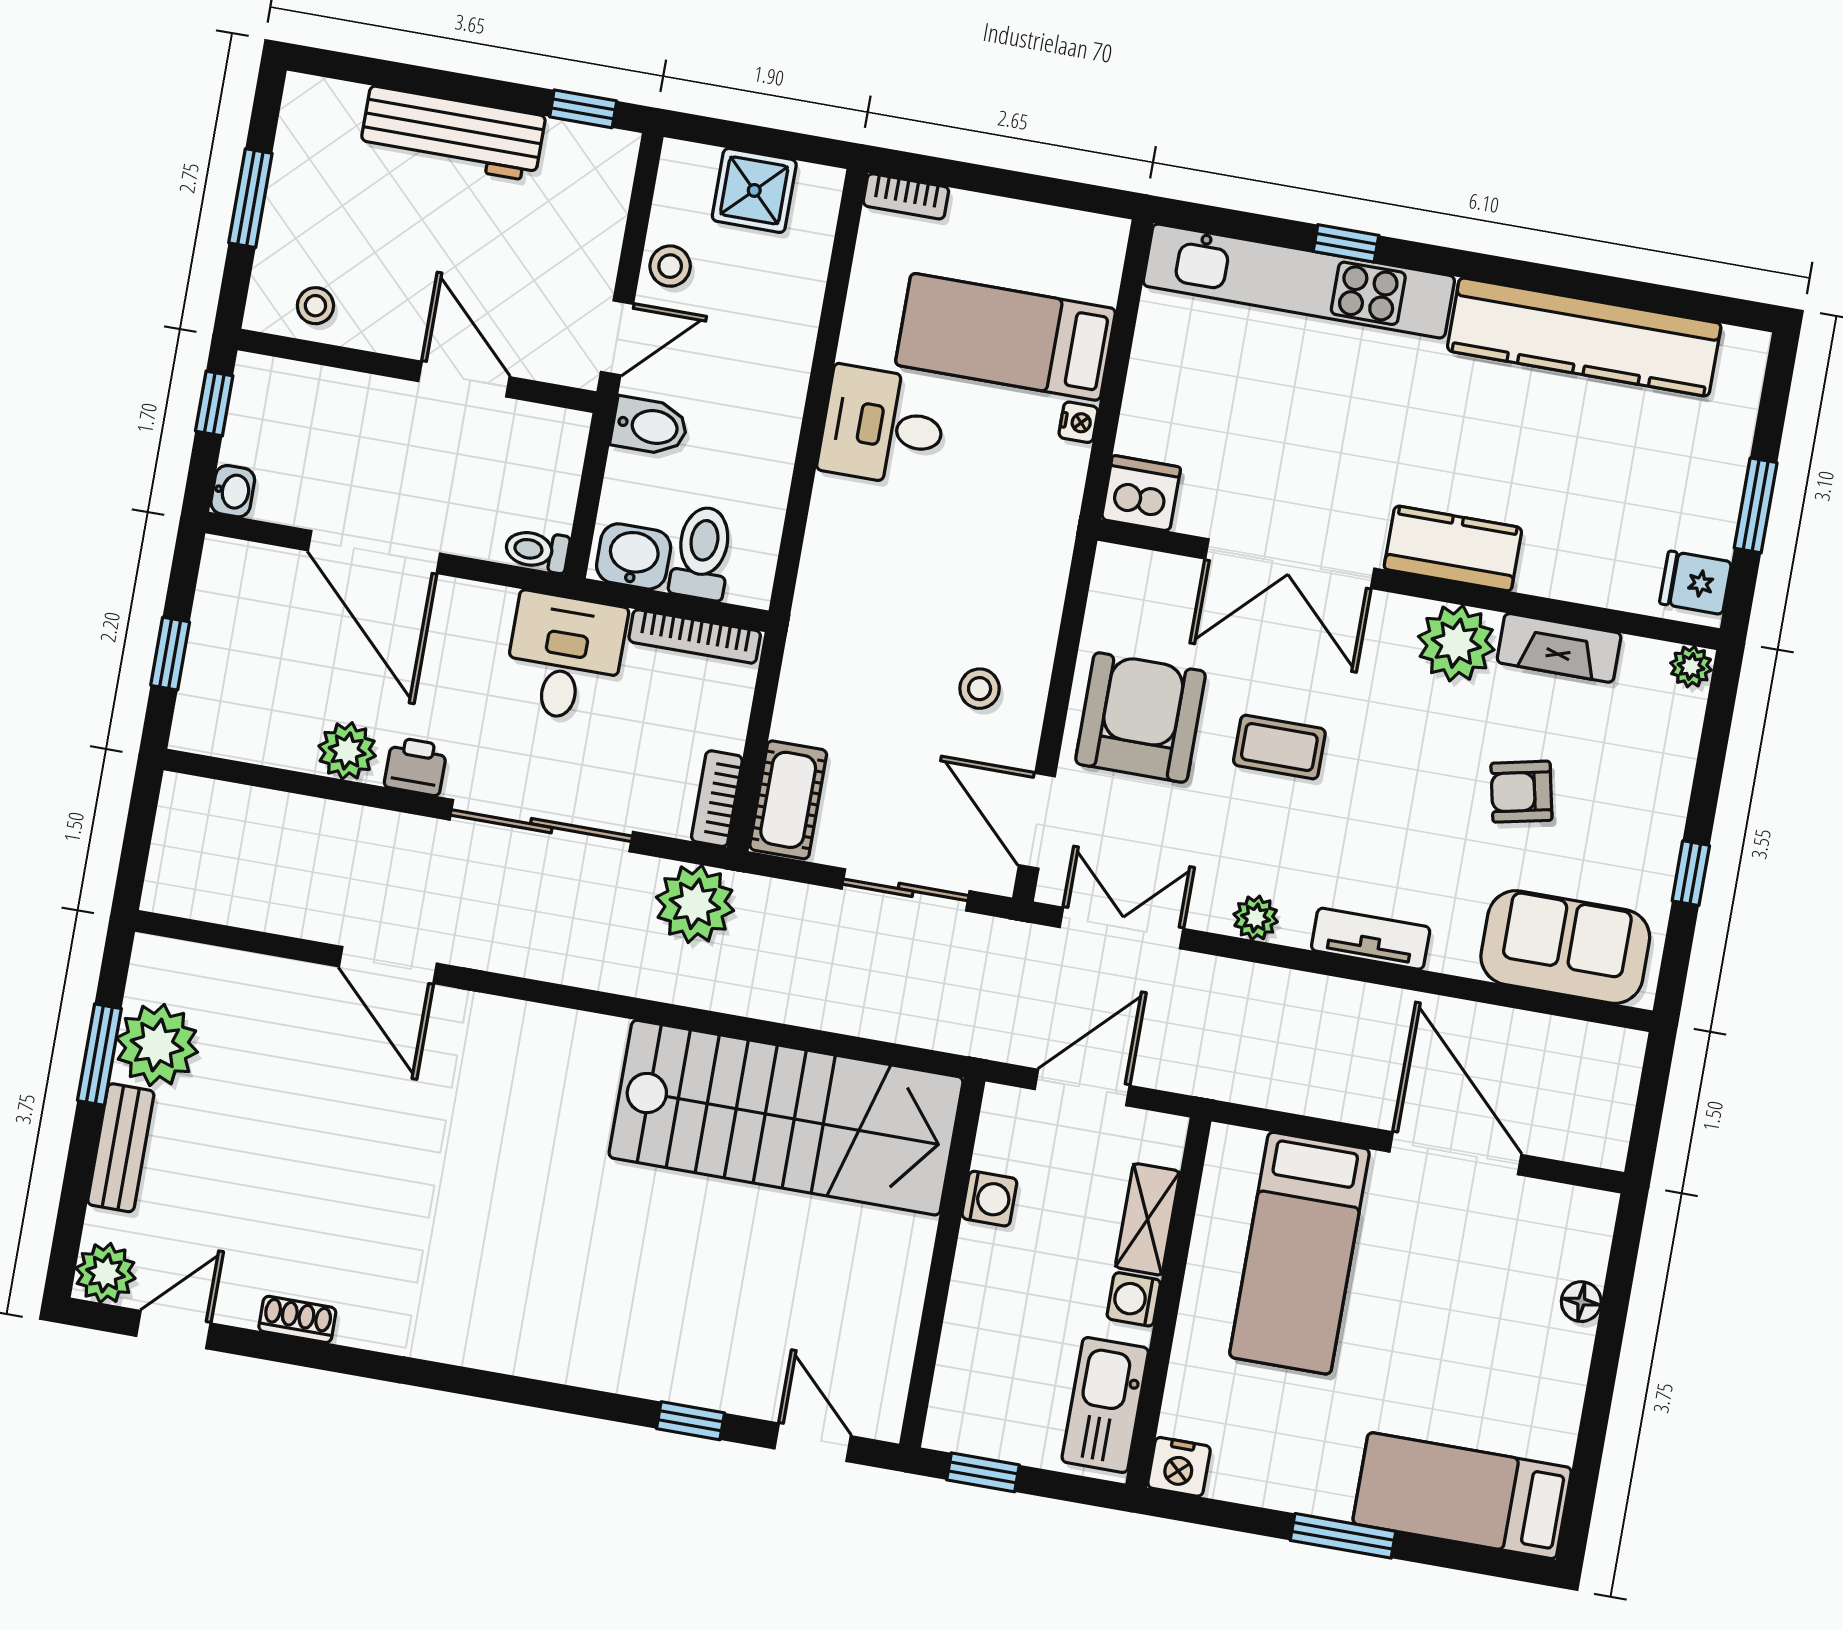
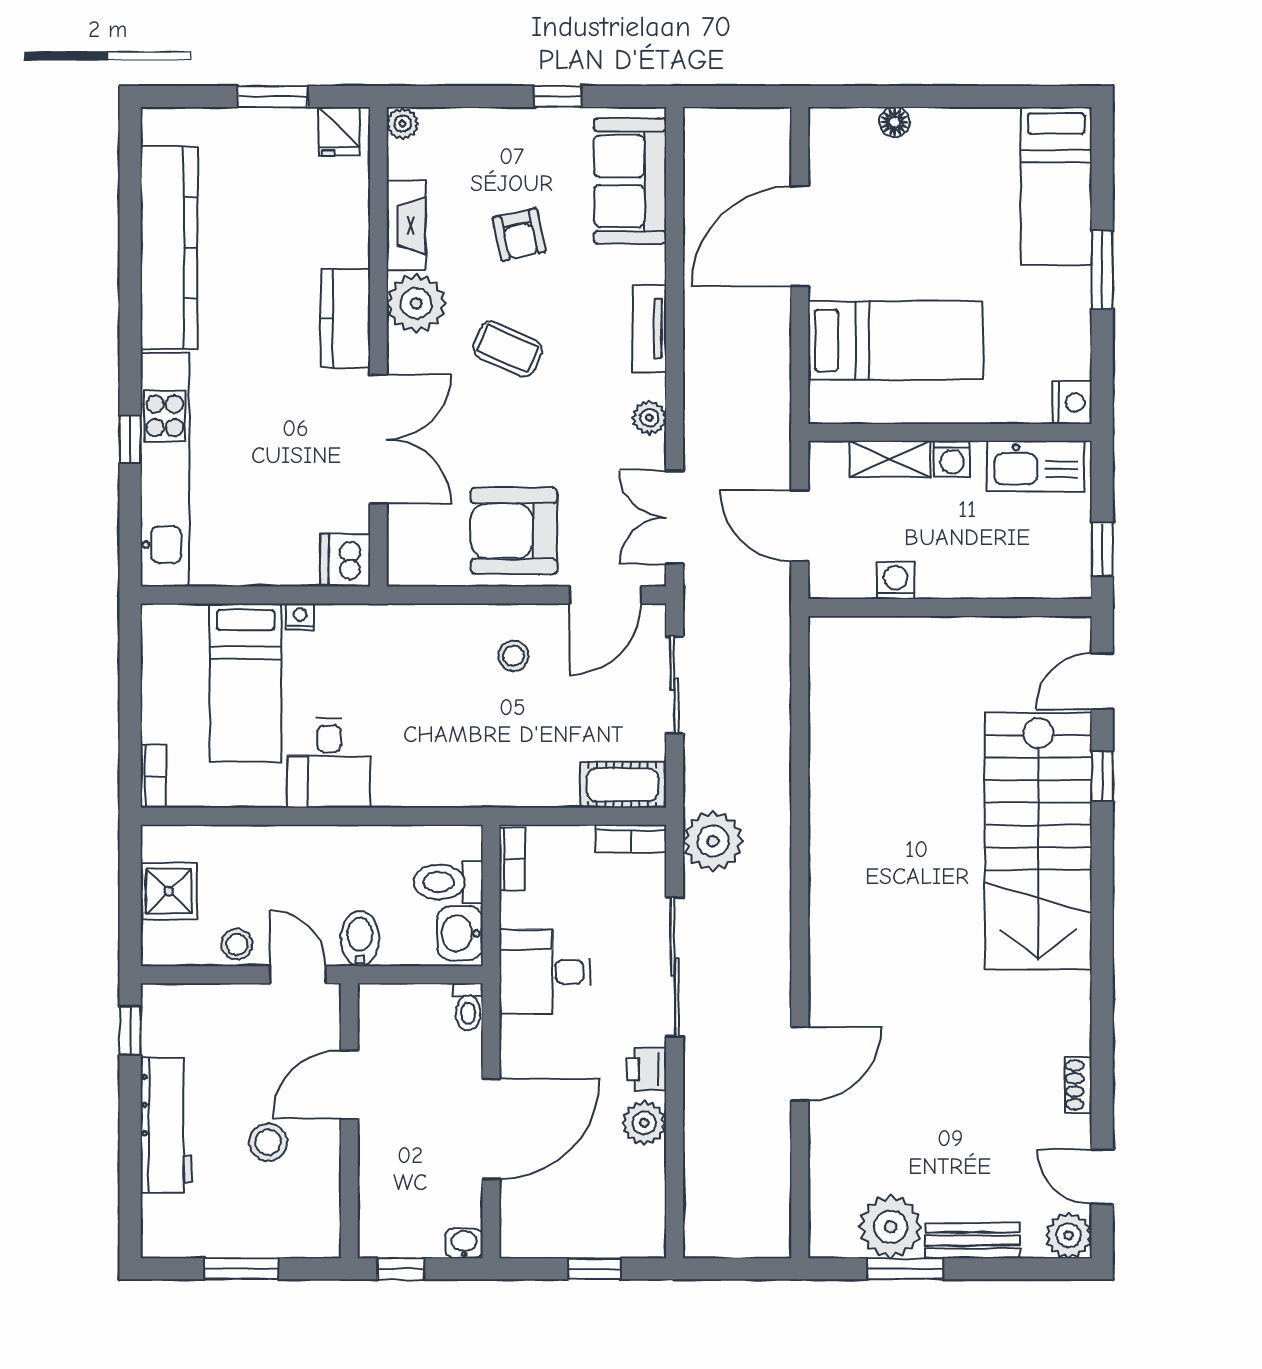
stool: (315, 306) -> (268, 1142), moved, width x1.37, depth x1.37
bookcase: (695, 636) -> (512, 859), width x0.64
coffee table: (1279, 747) -> (508, 349), moved, turned -66
stairs: (786, 1118) -> (1038, 841), moved, turned 180

